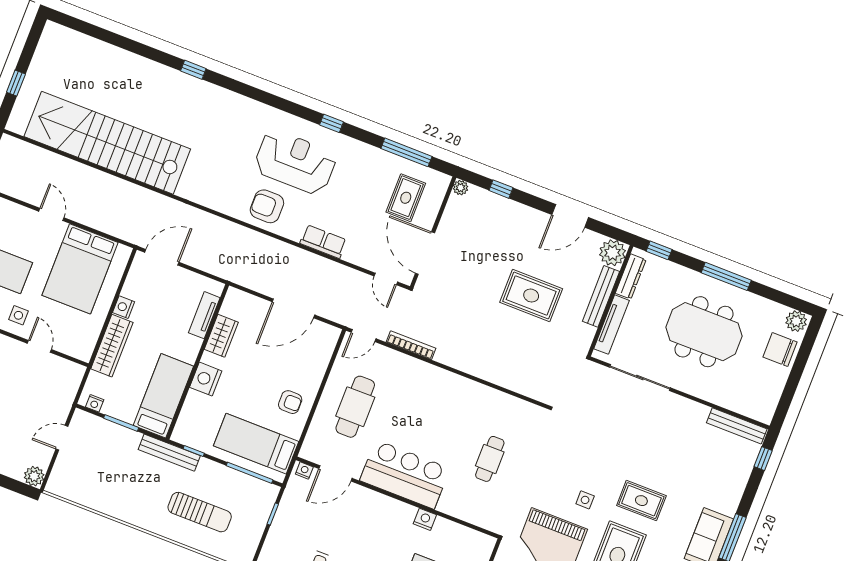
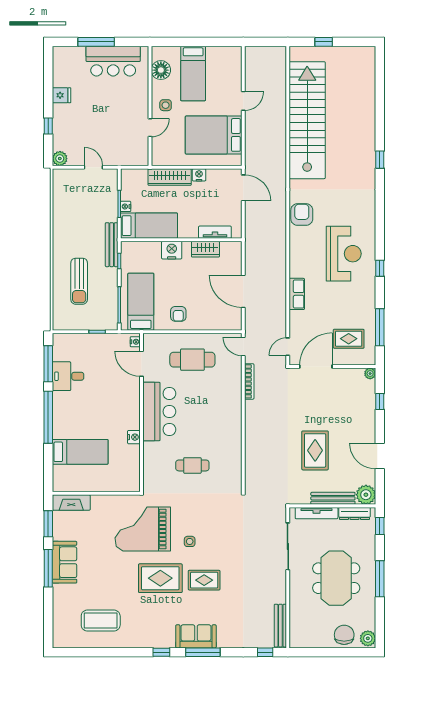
armchair: (267, 206) -> (302, 214), moved
nightstand: (95, 403) -> (126, 206), moved
rug: (641, 501) -> (204, 580), turned 90

